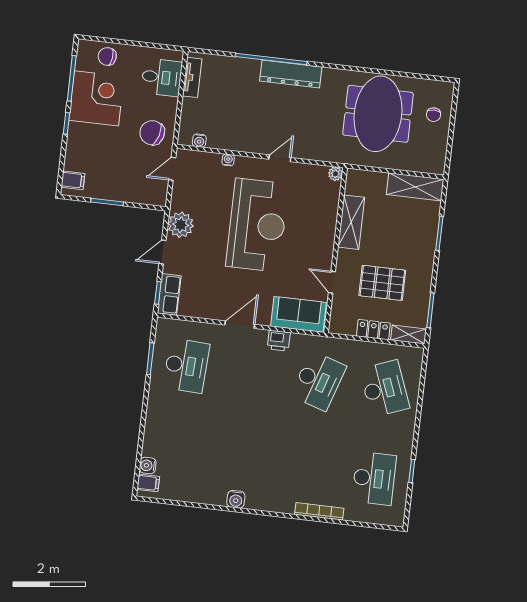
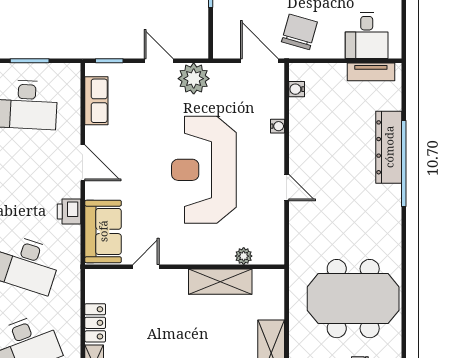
dresser: (291, 74) -> (389, 147), moved
door: (172, 169) -> (259, 61), width x1.37
plant: (335, 174) -> (244, 256), moved
reception desk: (257, 225) -> (204, 170), turned 90
pallet: (382, 283) -> (152, 327), removed
row of seats: (169, 294) -> (96, 101), moved, turned -90

